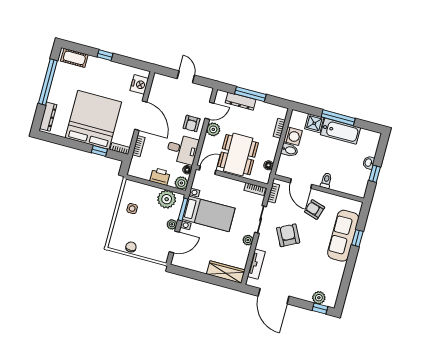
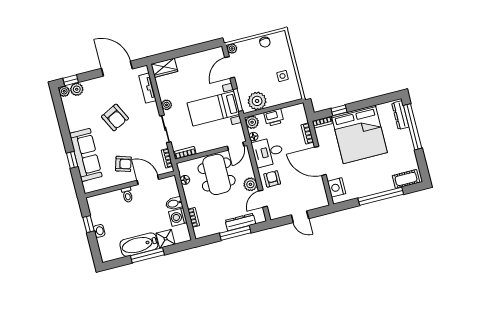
window: (105, 55) -> (381, 196), width x3.17
window: (48, 82) -> (413, 127), moved
plant: (172, 224) -> (232, 49), moved
armchair: (288, 235) -> (115, 118), moved
wardrobe: (226, 272) -> (164, 68), width x0.67
plant: (331, 302) -> (64, 91), added

